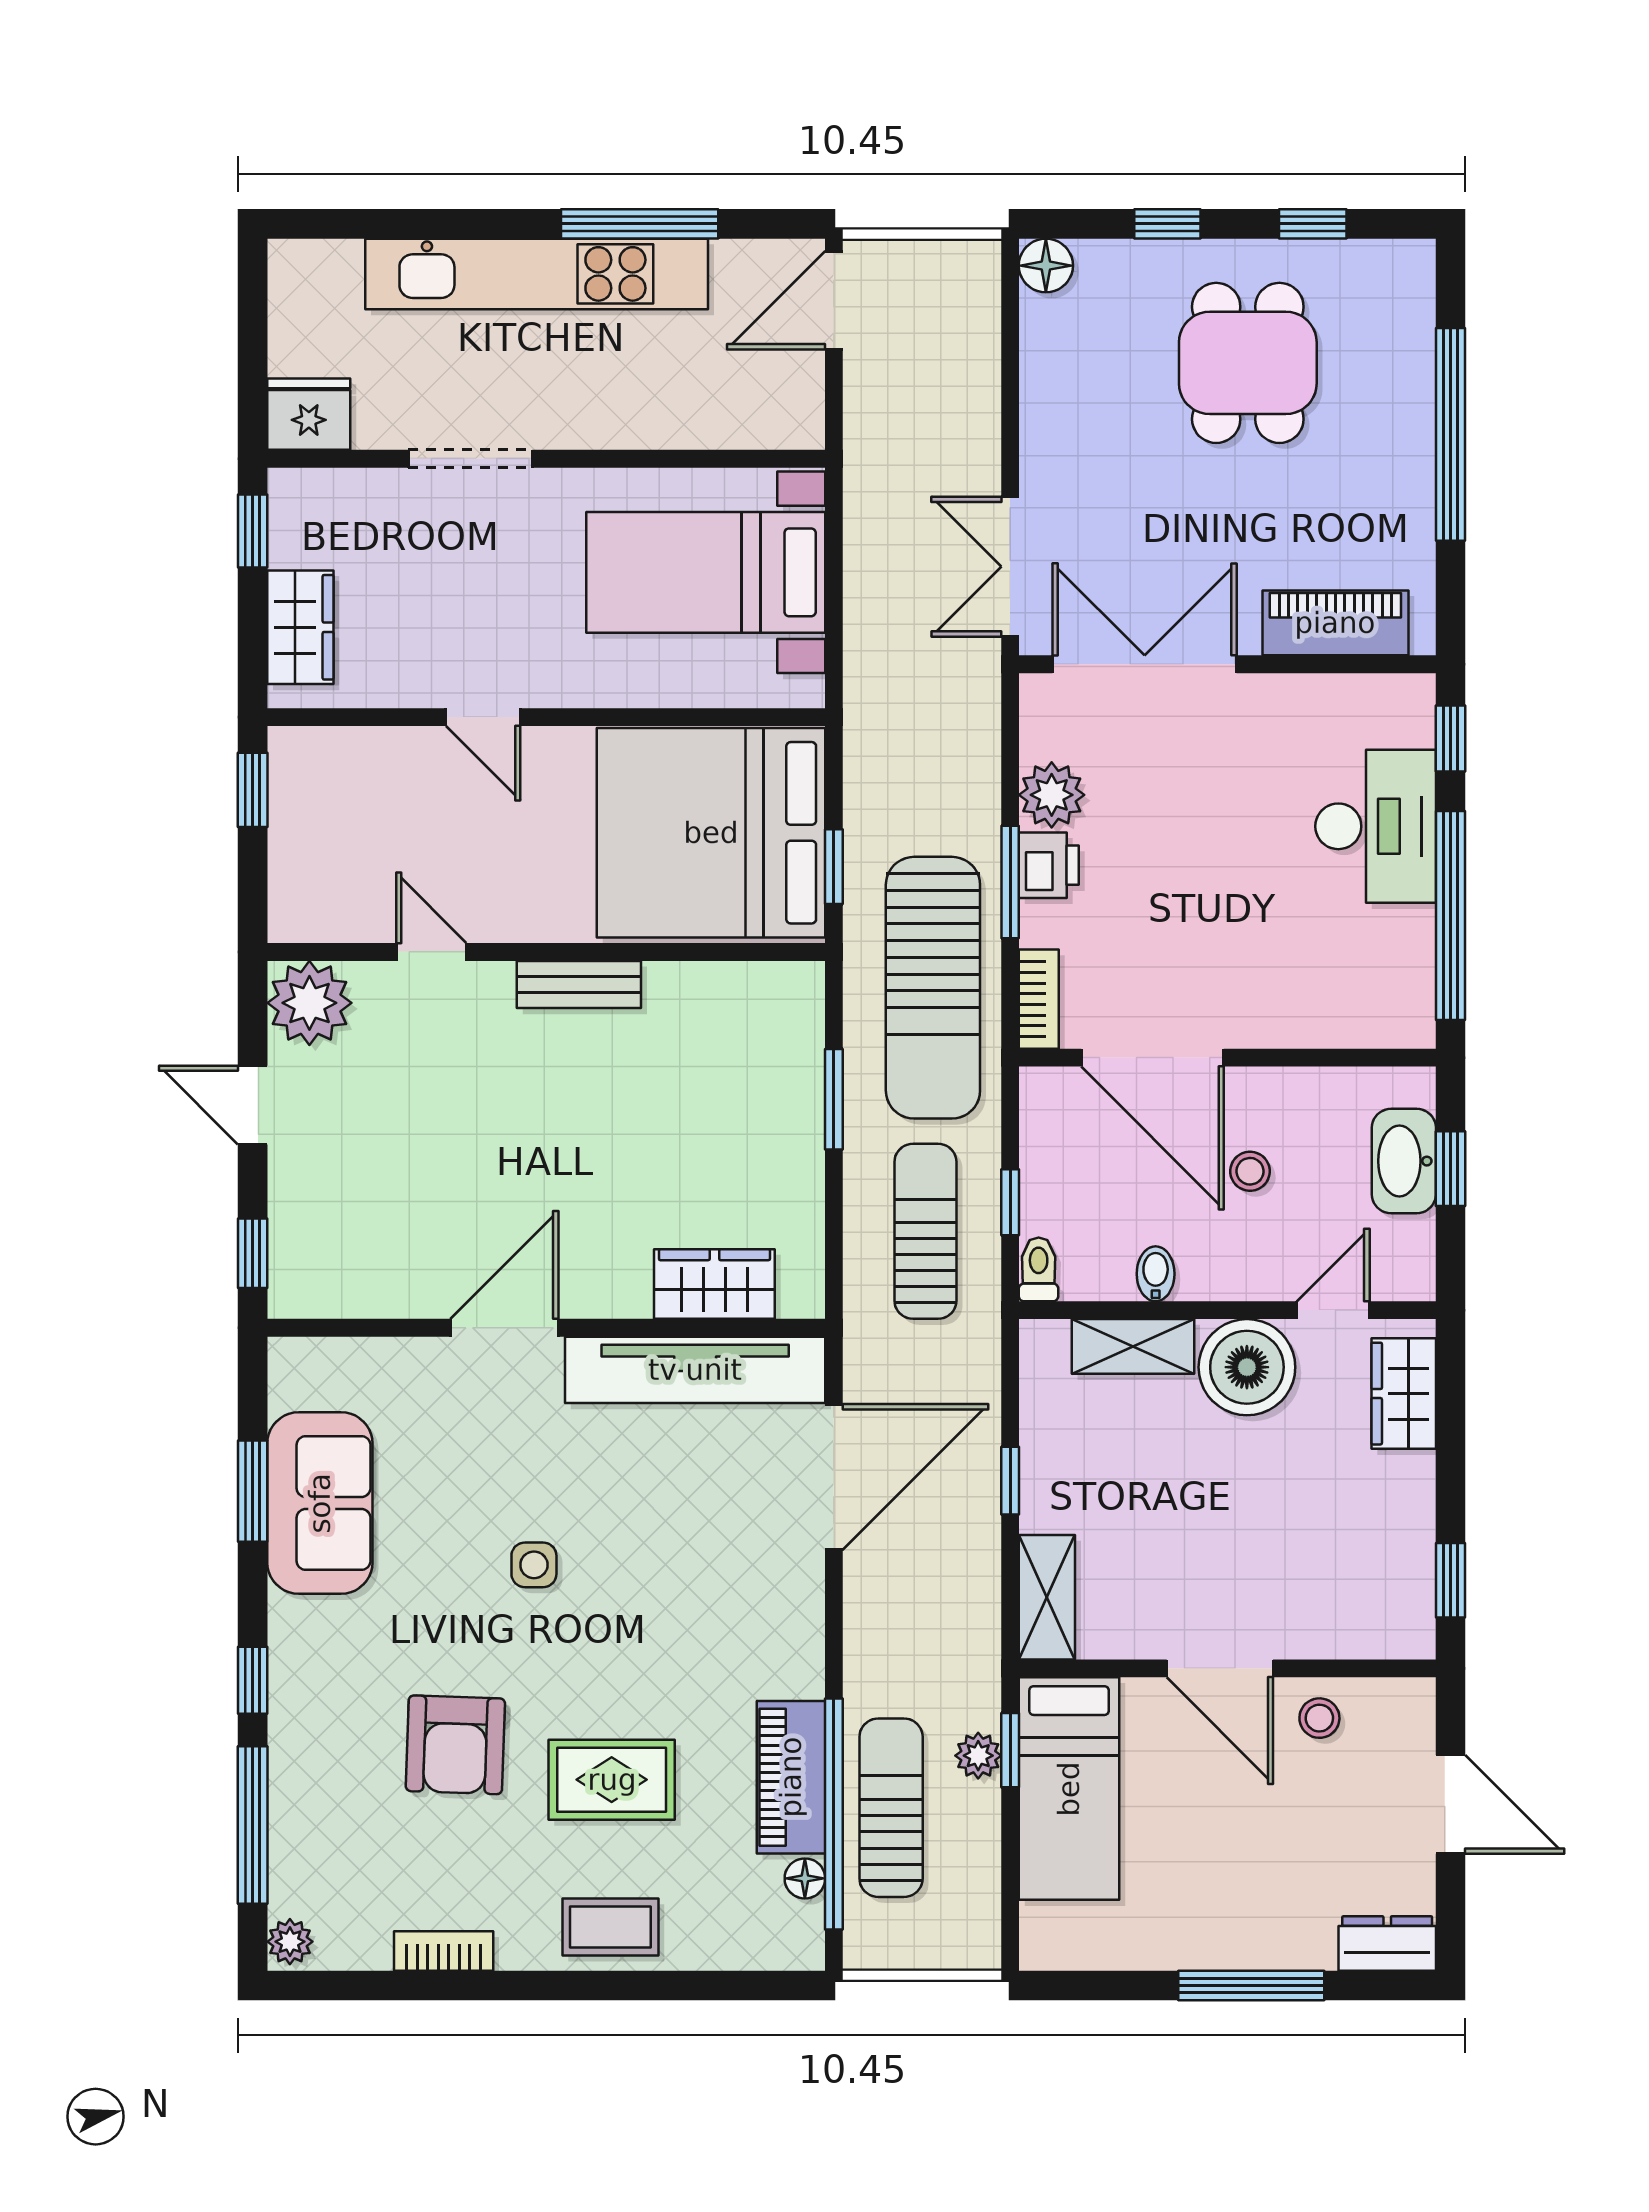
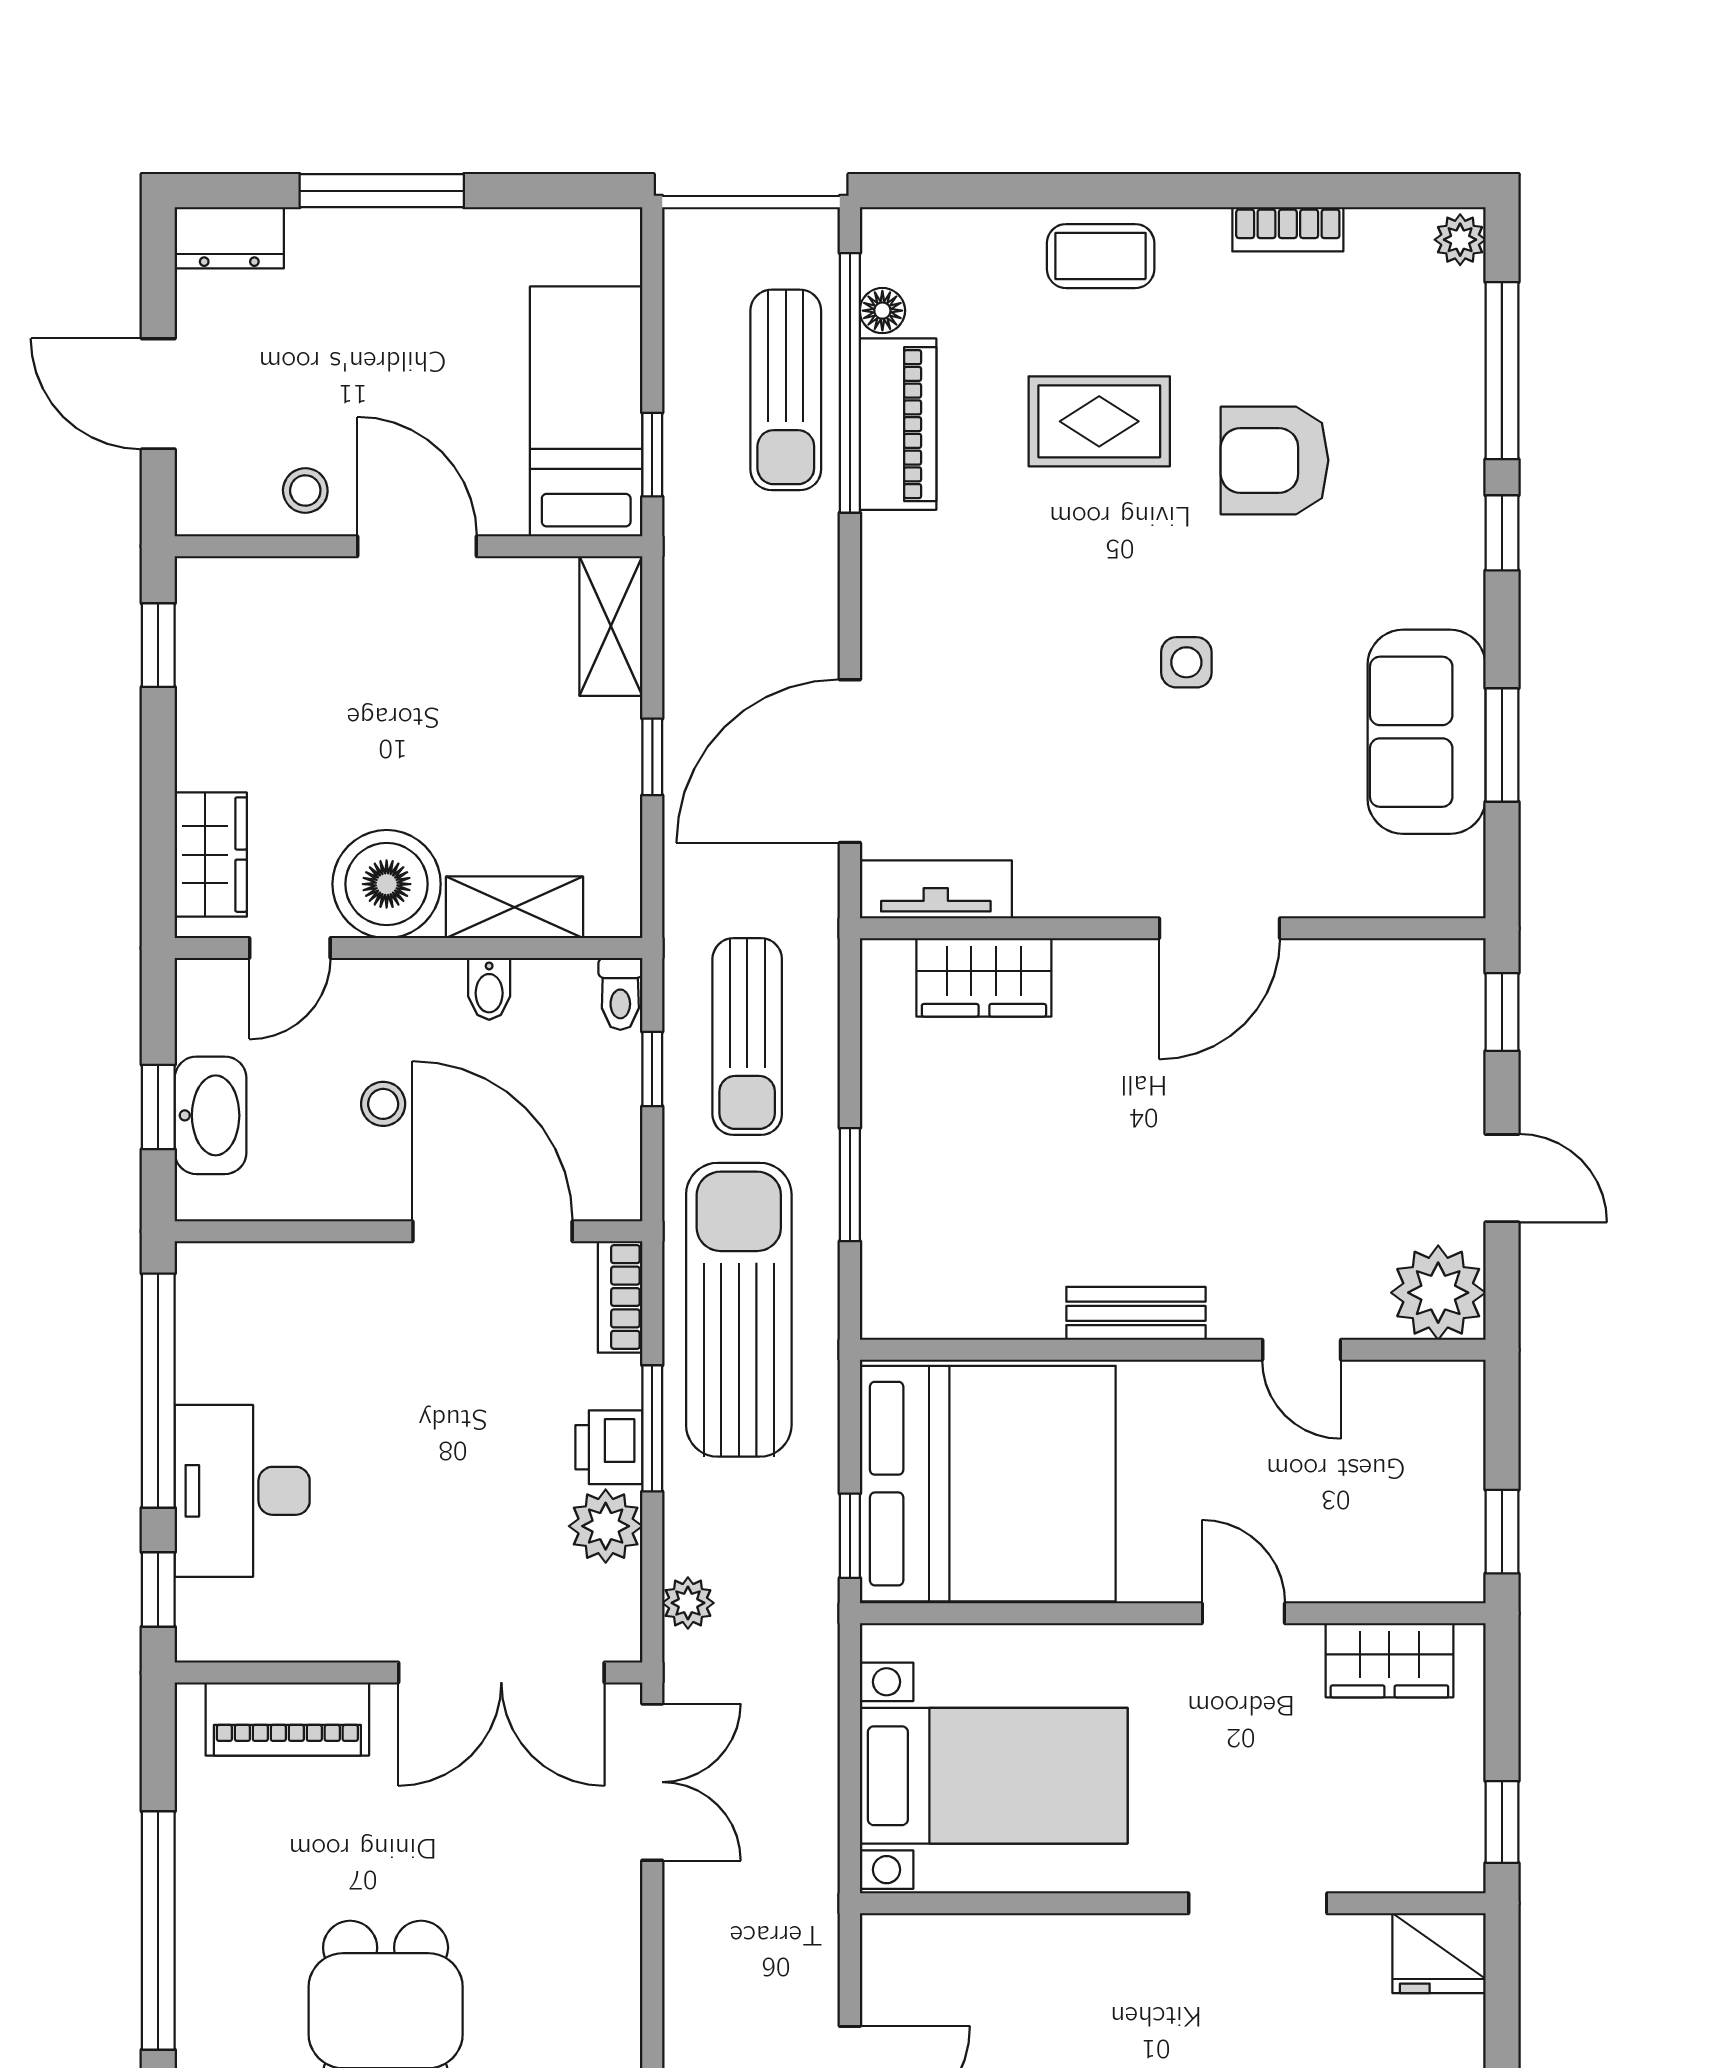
wardrobe: (300, 627) -> (1389, 1660), moved, turned -90
window: (834, 867) -> (850, 1536), moved
tv unit: (695, 1370) -> (936, 889), width x0.52, depth x0.78
armchair: (455, 1745) -> (1275, 460), turned -92
plant: (978, 1756) -> (688, 1603), moved

